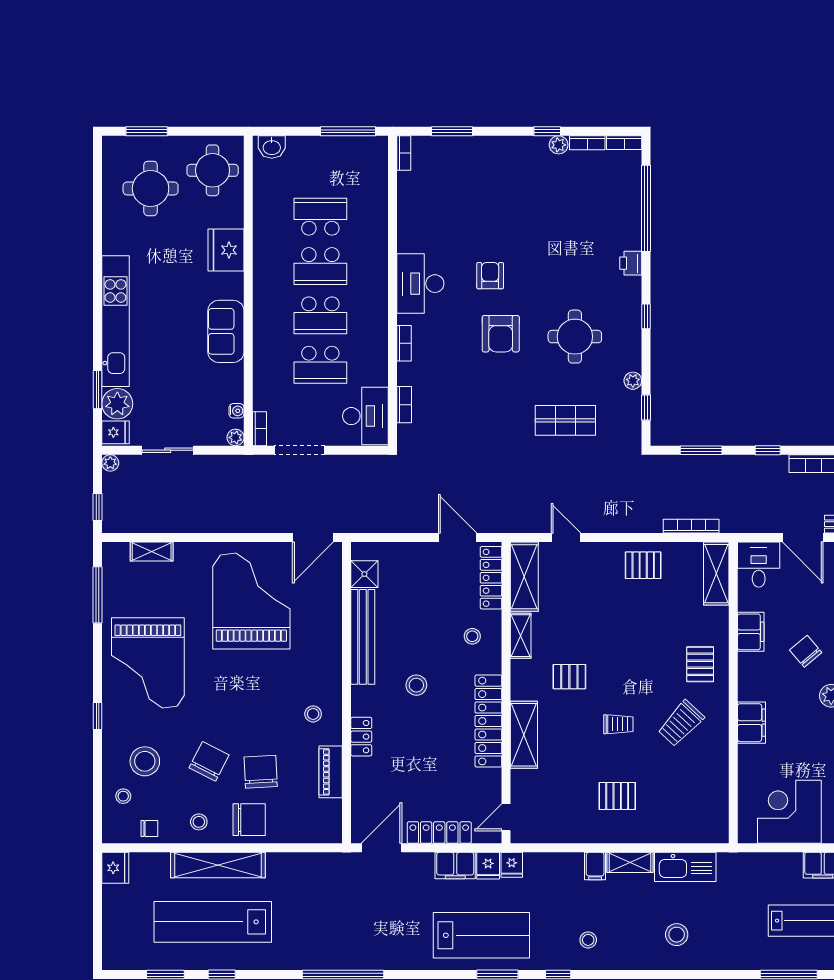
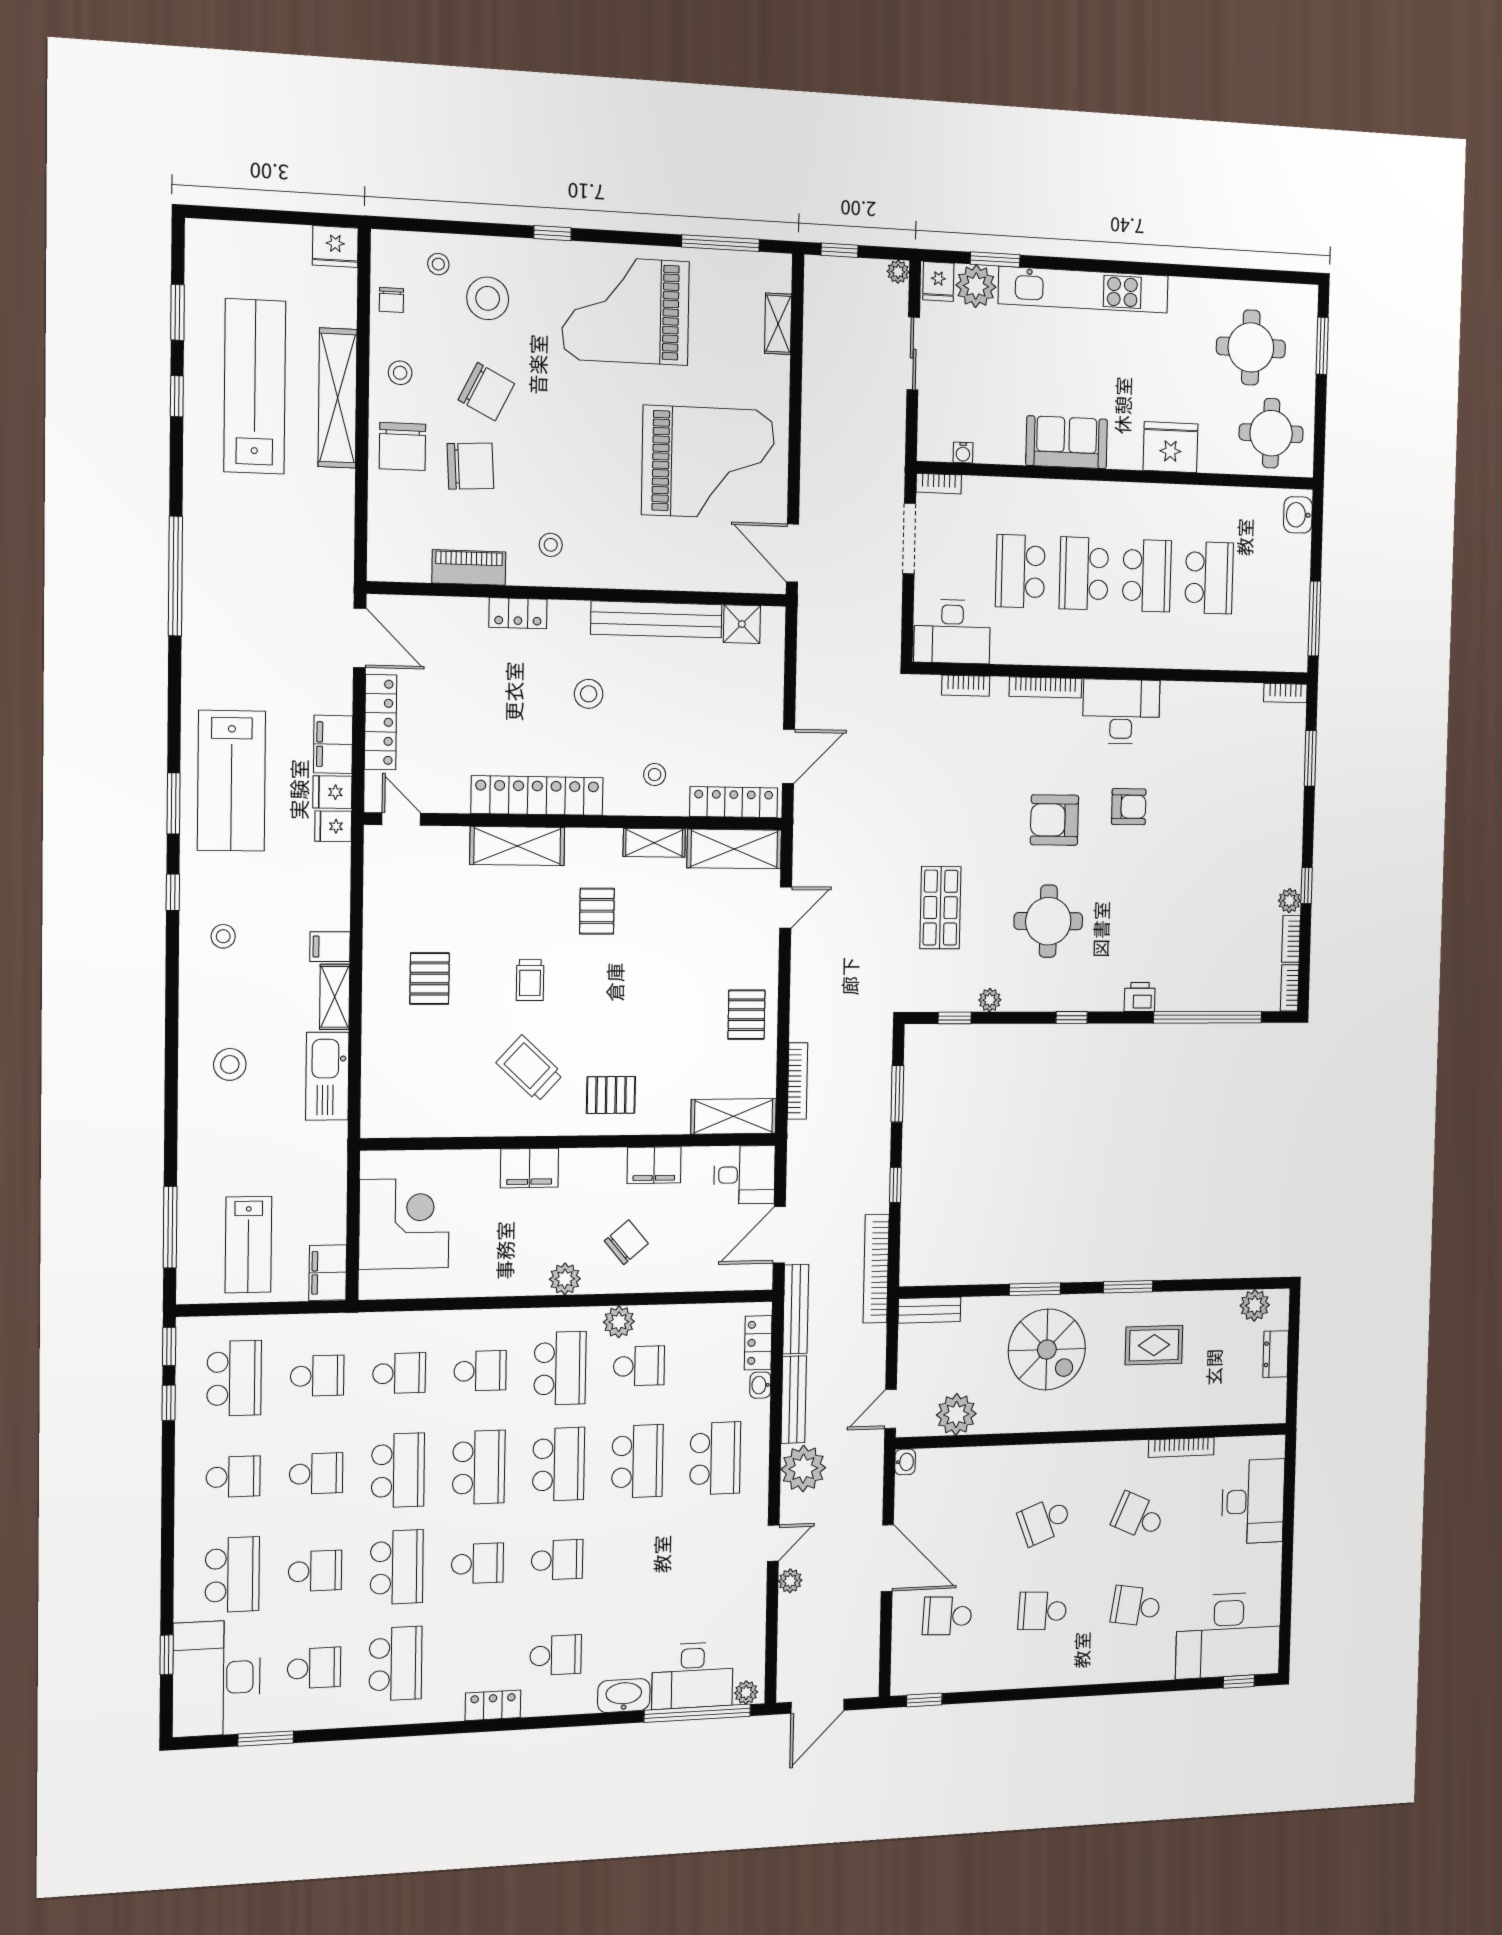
school desk: (320, 266) -> (1147, 576), turned 180
bookcase: (404, 343) -> (1045, 687), width x1.56
plant: (236, 437) -> (928, 450), removed

